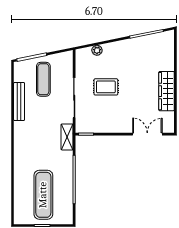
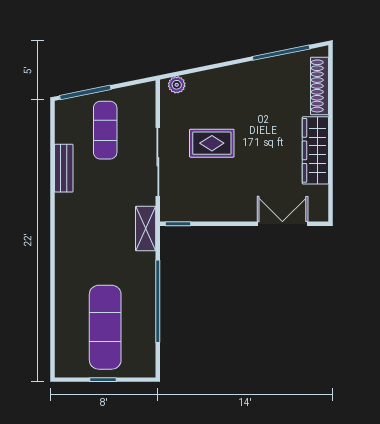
plant: (97, 50) -> (177, 85), moved
shoe rack: (169, 53) -> (320, 86), added
bench: (19, 102) -> (64, 168), width x0.73

